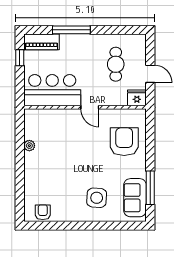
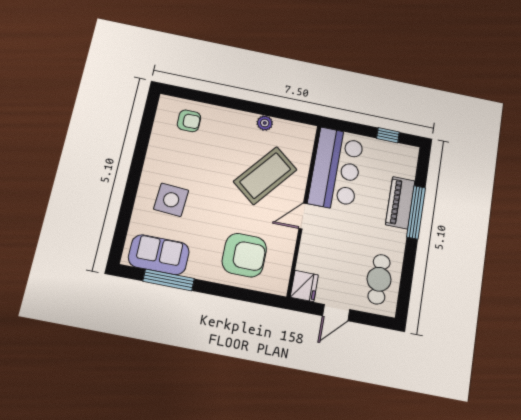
piano: (41, 42) -> (400, 203), moved
cafe table: (116, 64) -> (379, 279), moved, turned 90
coffee table: (67, 138) -> (265, 176), added
armchair: (43, 212) -> (189, 121), moved

